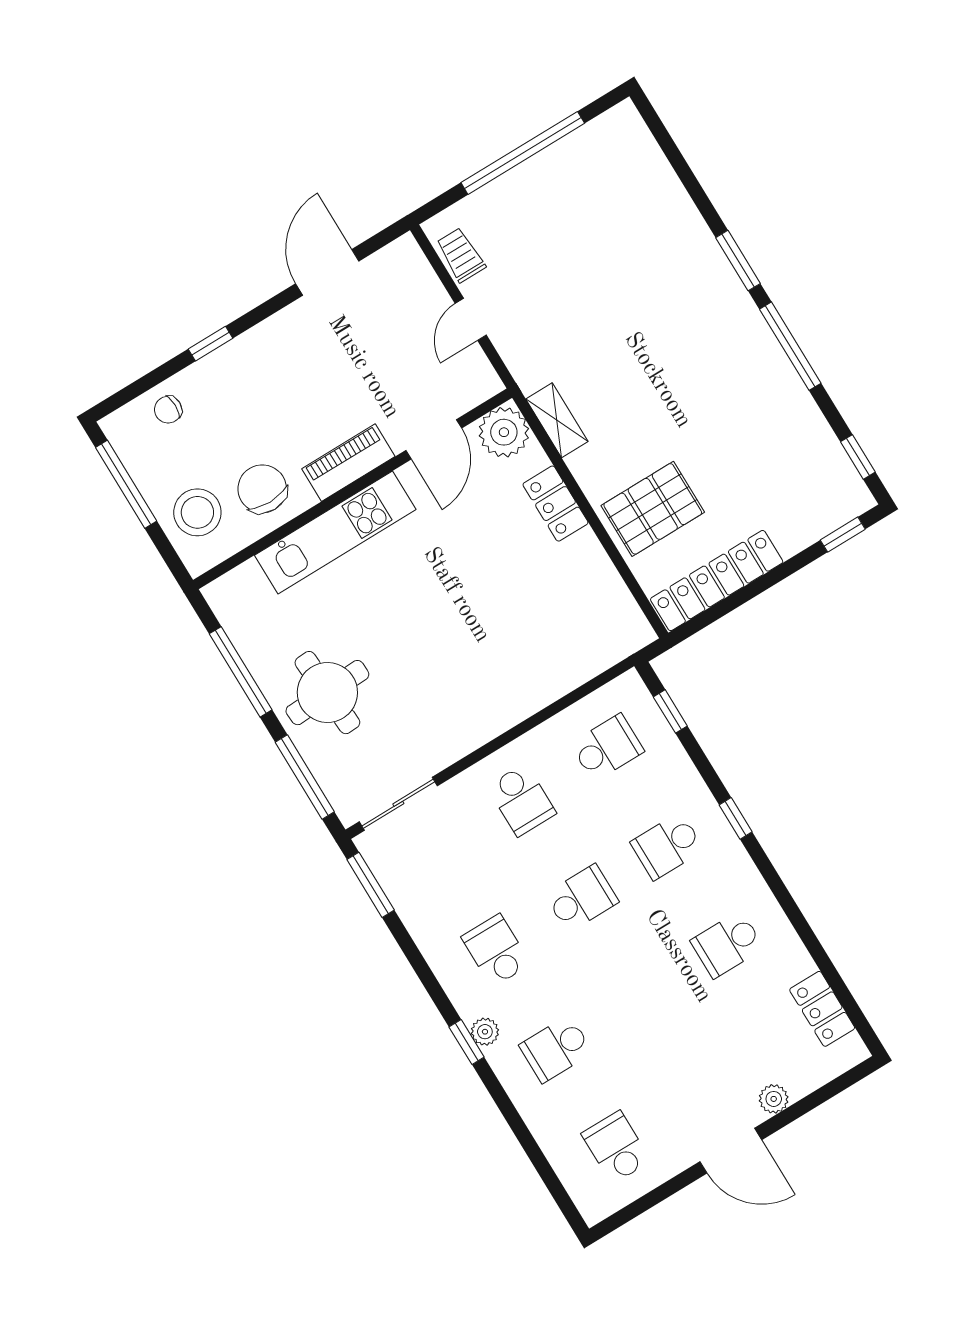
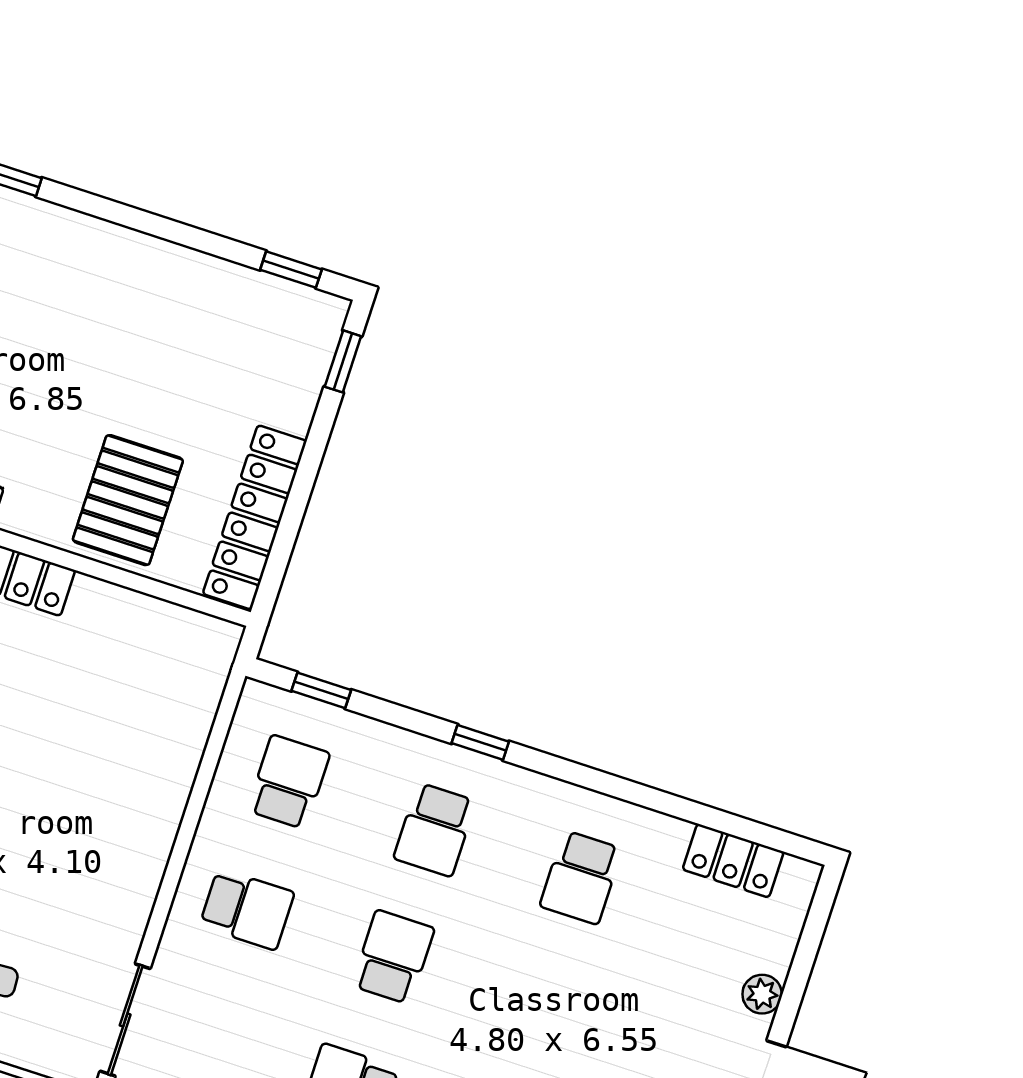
window: (790, 346) -> (126, 216), removed

